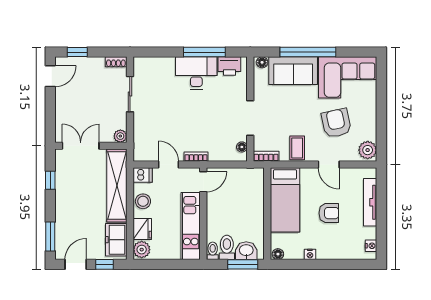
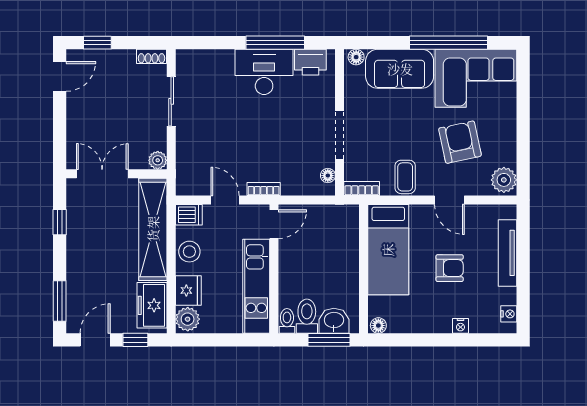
window: (308, 52) -> (448, 43), moved
nightstand: (310, 254) -> (460, 326), moved

